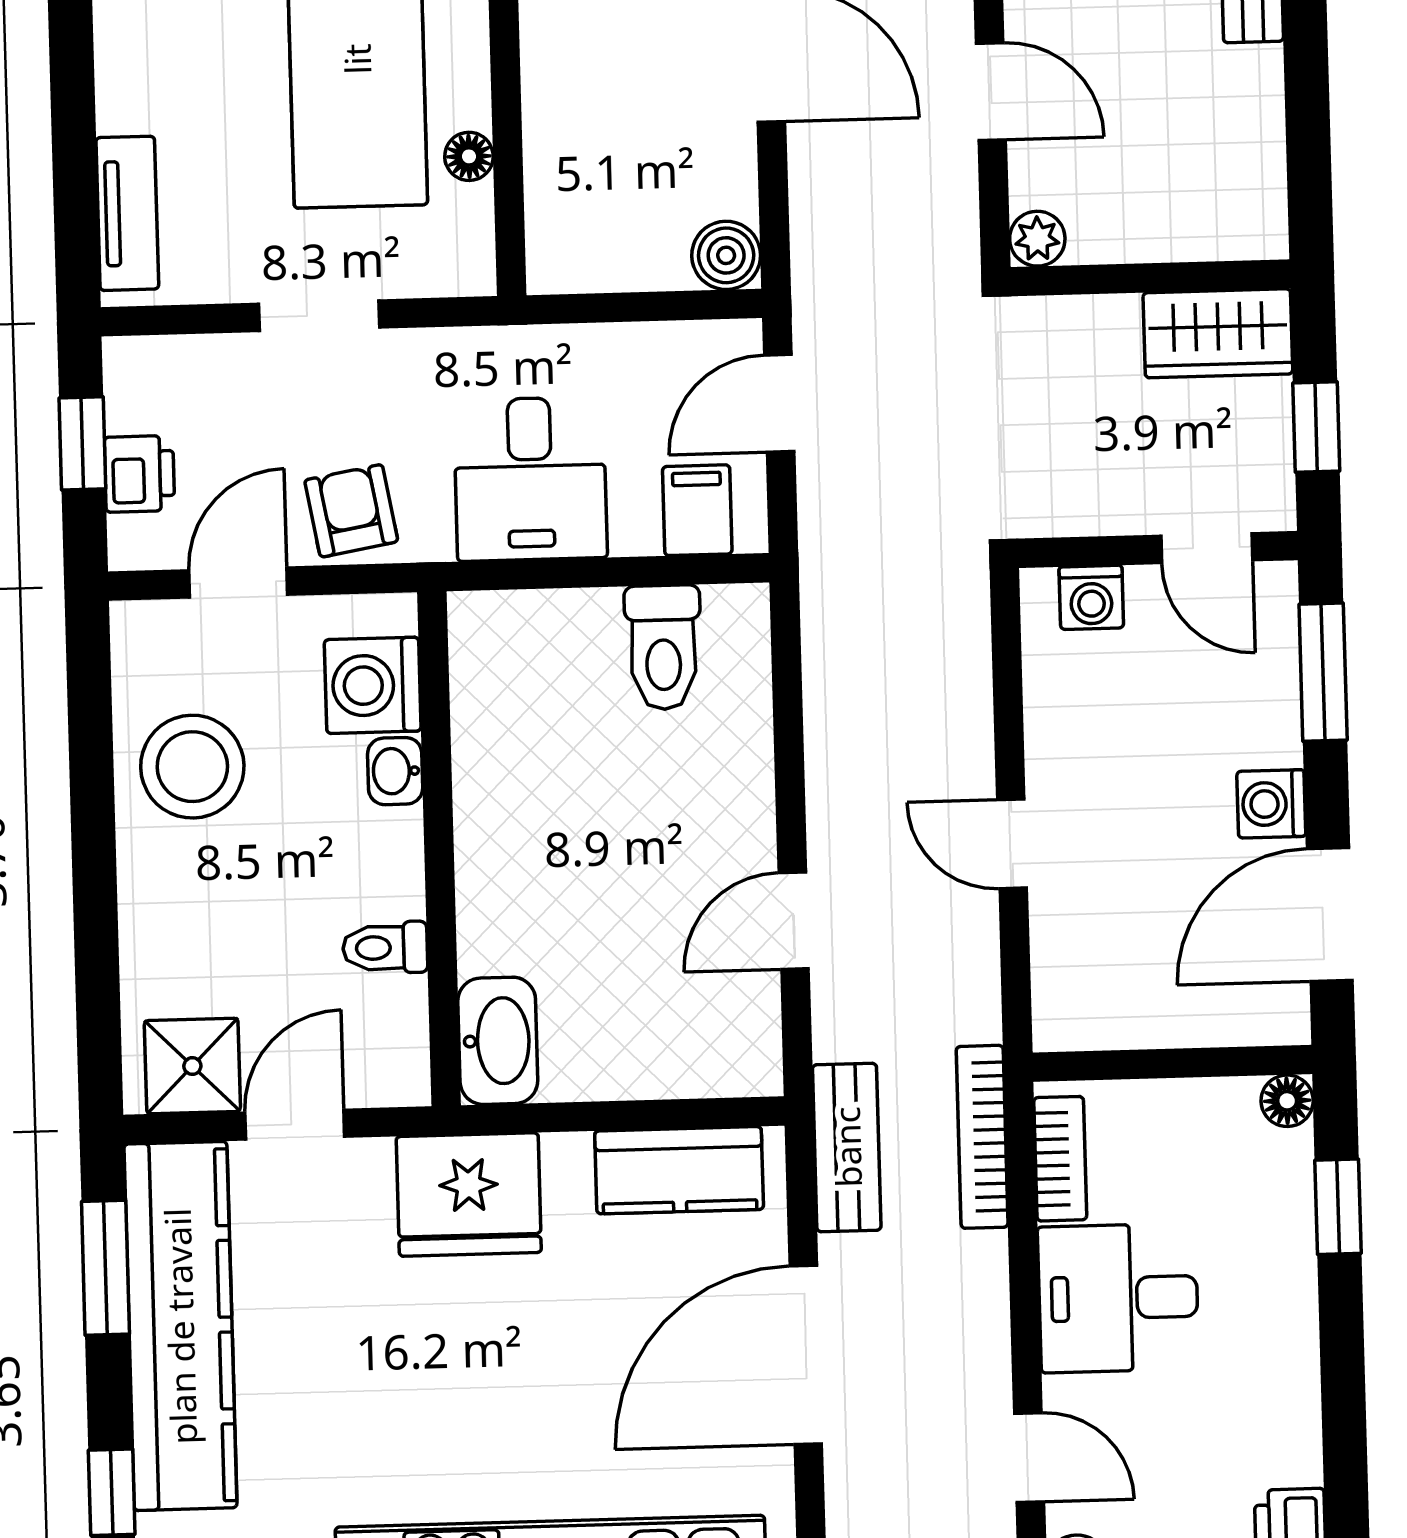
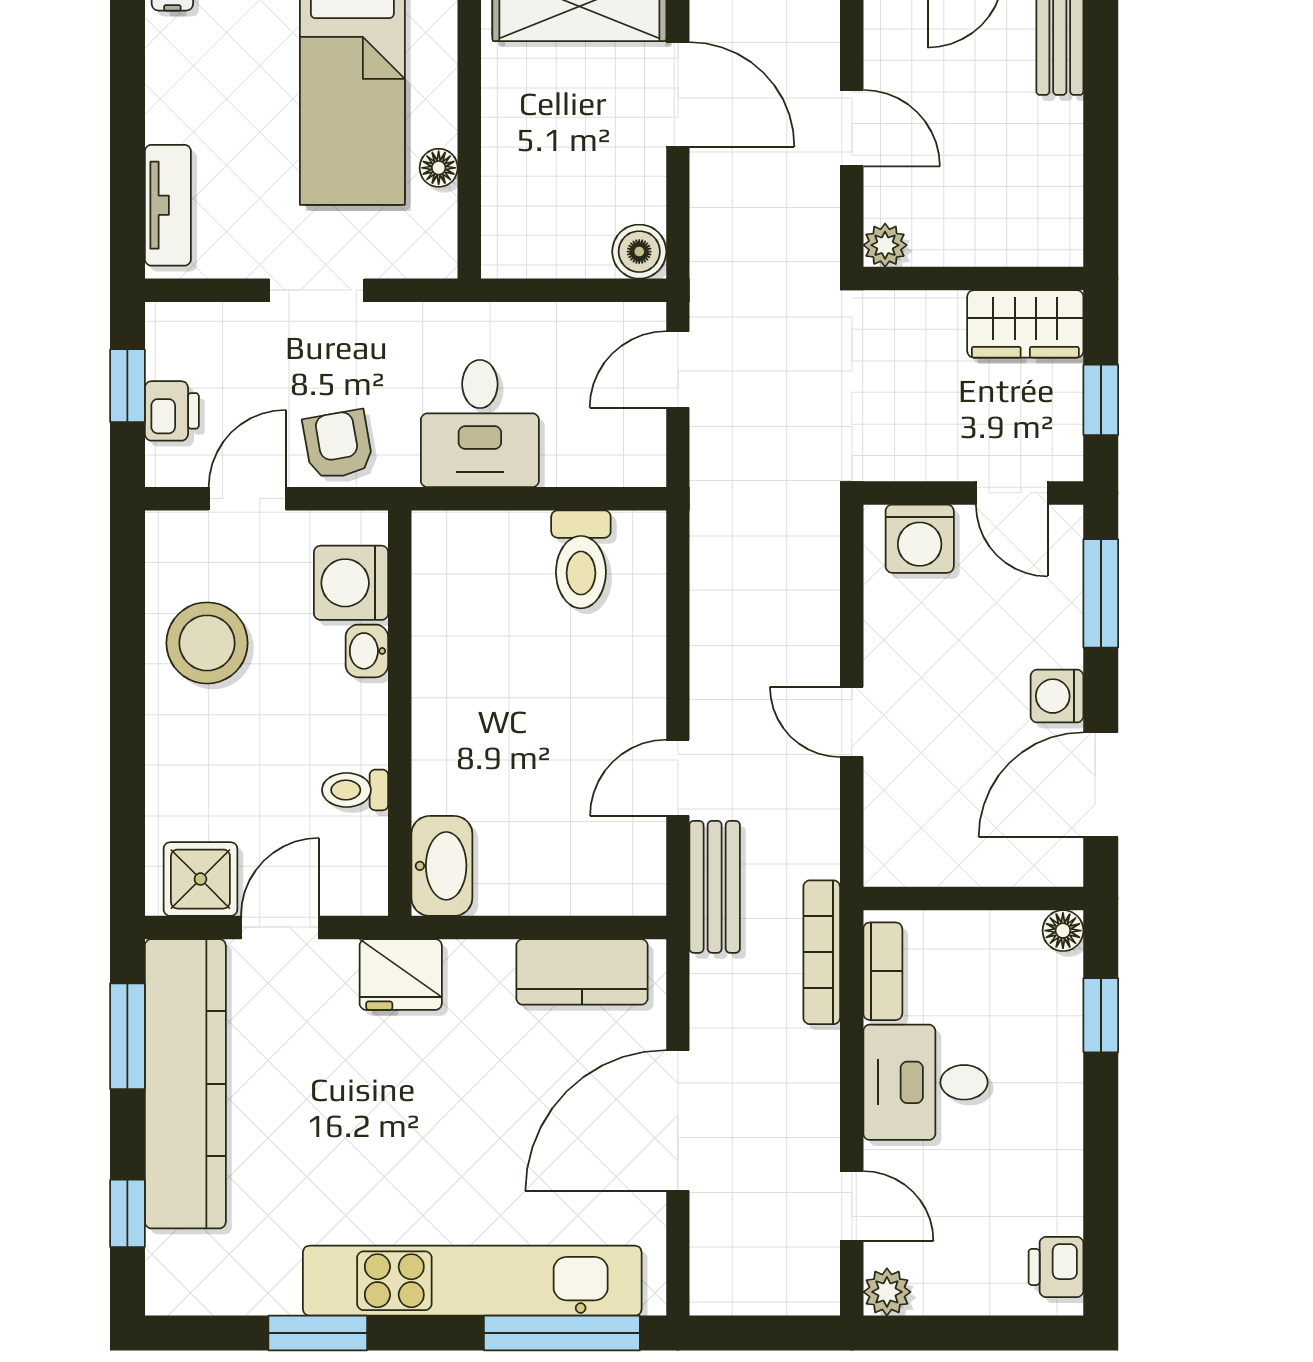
filing cabinet: (697, 510) -> (611, 452), removed
washing machine: (1091, 597) -> (920, 539), width x1.38, depth x1.38
bench: (847, 1147) -> (715, 887), moved
fridge: (469, 1195) -> (401, 974), width x0.73, depth x0.75

